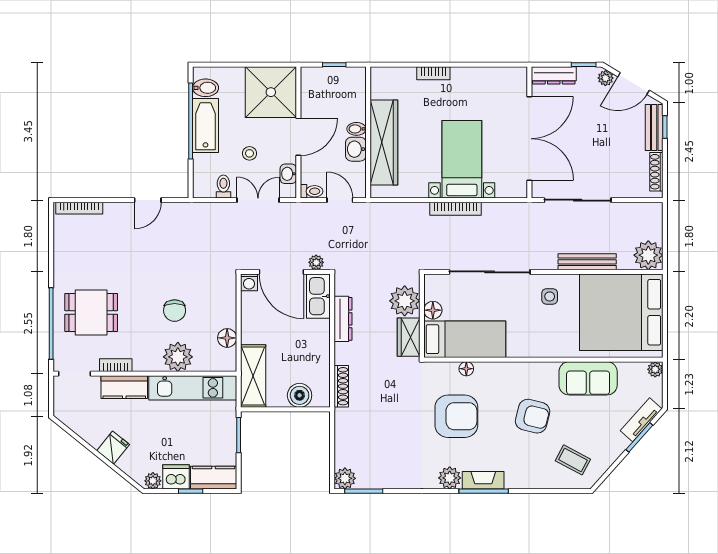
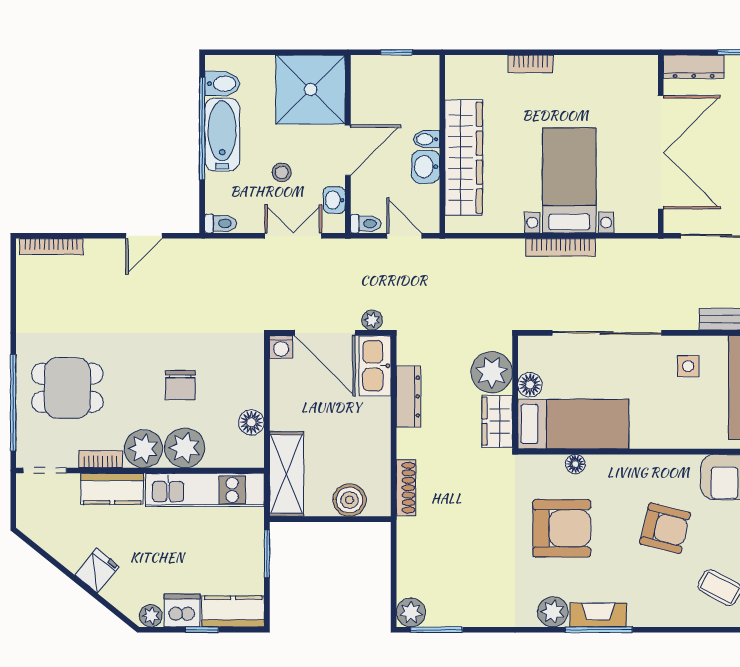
toilet: (223, 187) -> (221, 223), moved, turned 90
plant: (147, 357) -> (144, 449), added

